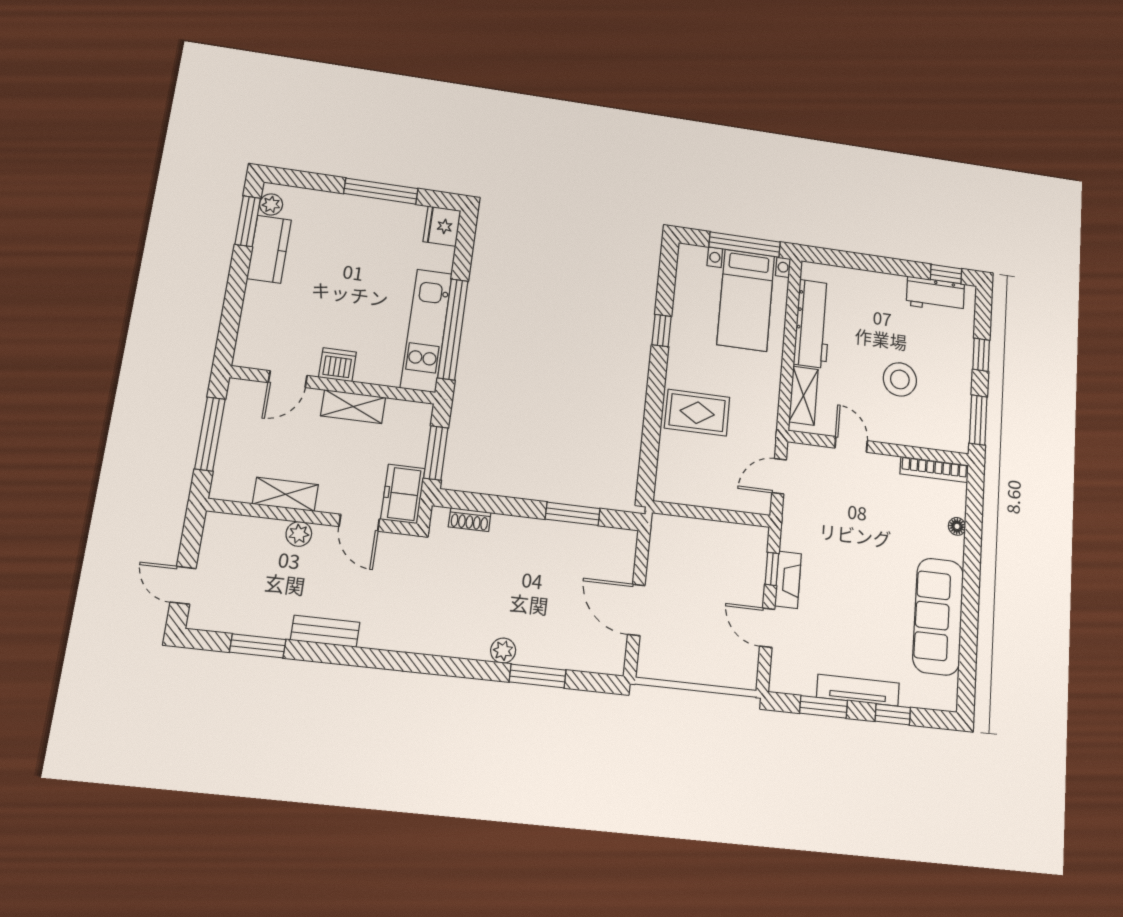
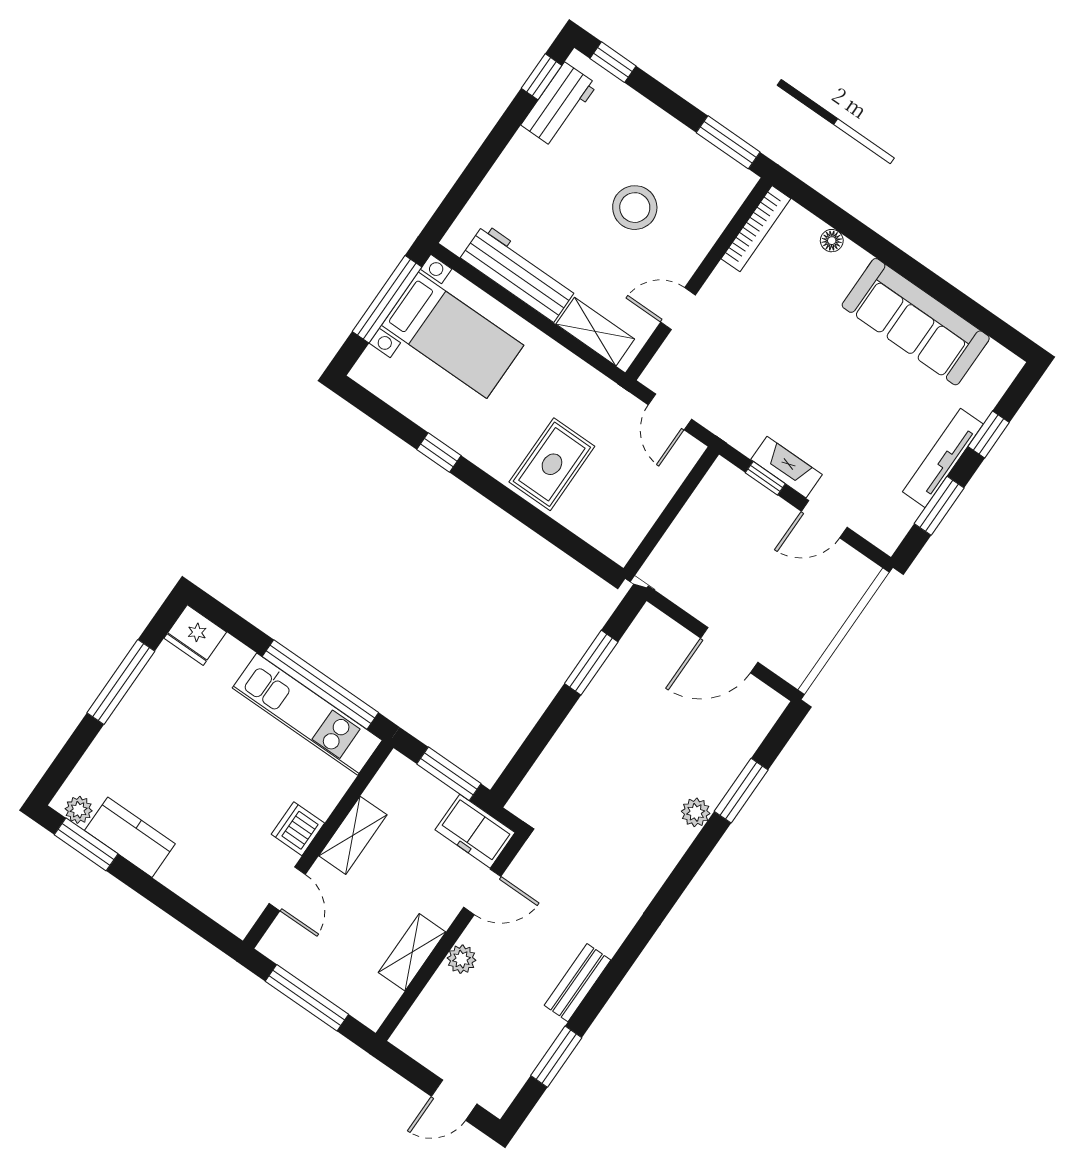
window: (981, 355) -> (613, 62), moved
shoe rack: (470, 520) -> (540, 775), removed

